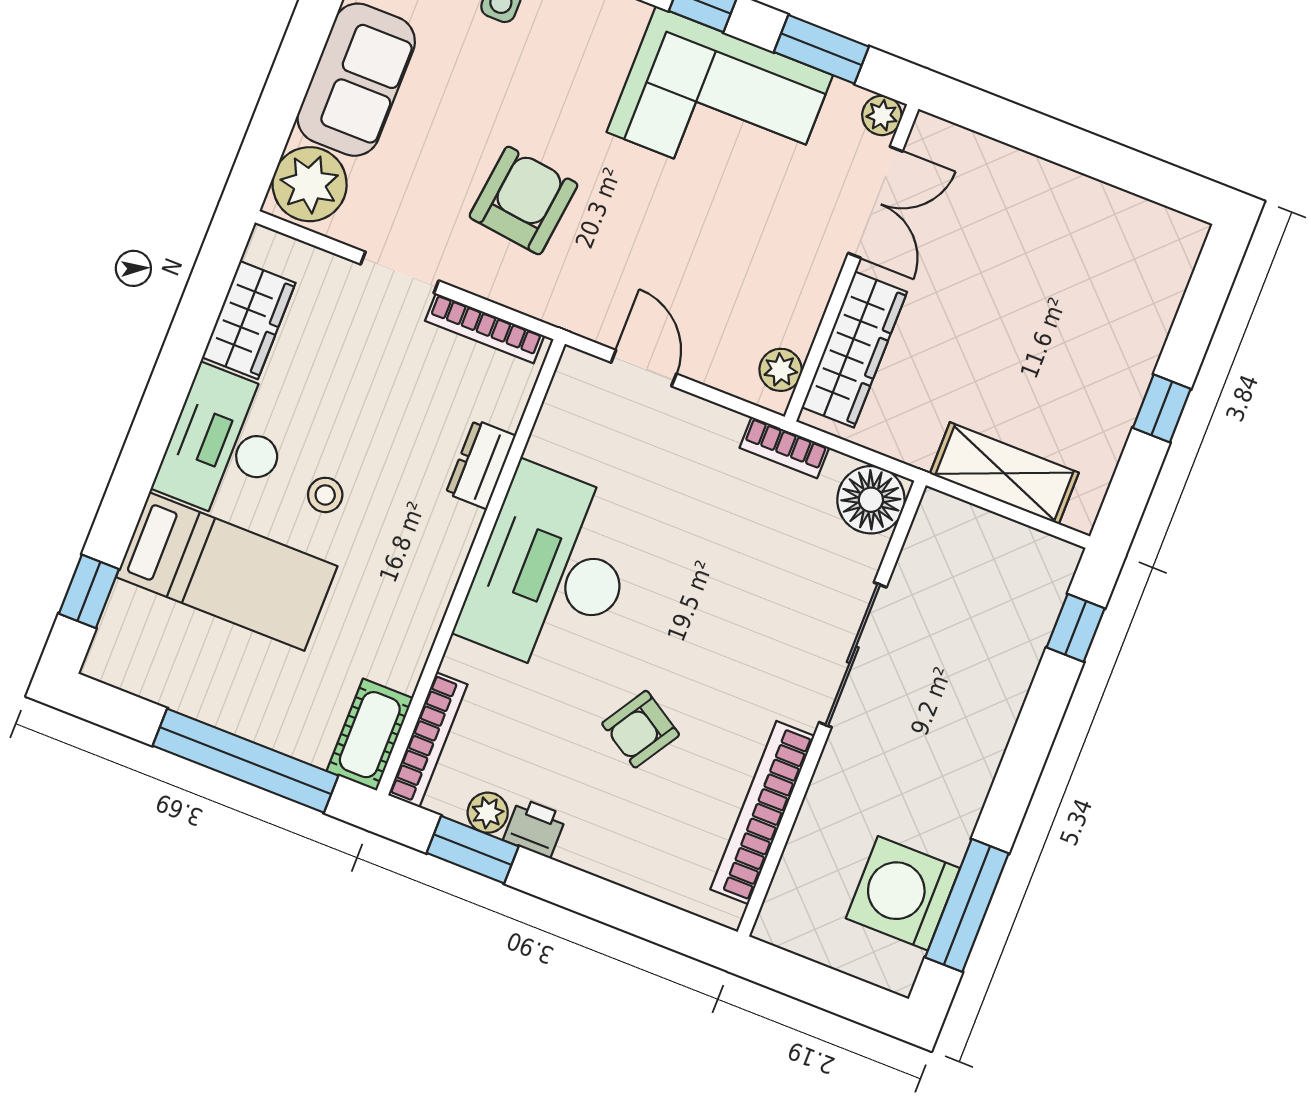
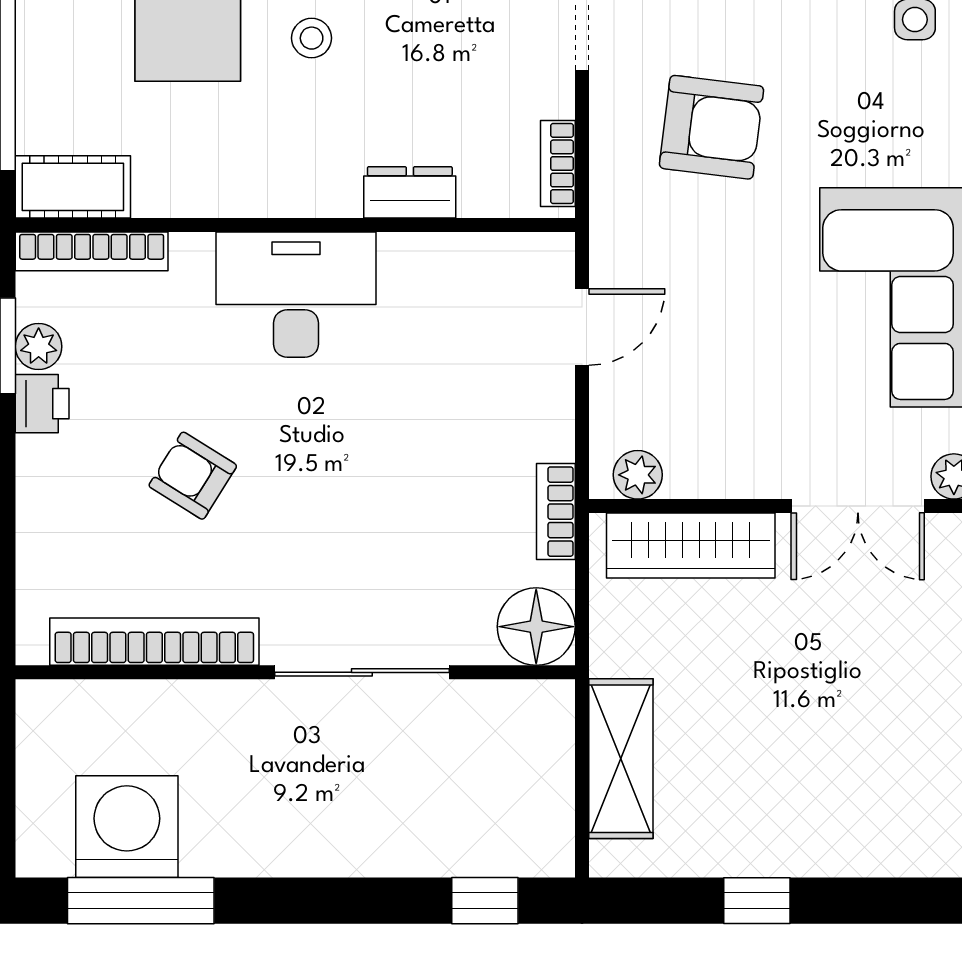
bookcase: (485, 328) -> (558, 163), width x0.64
desk: (552, 571) -> (296, 295), width x0.73, depth x0.77

